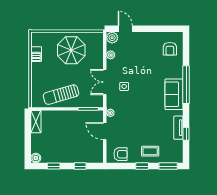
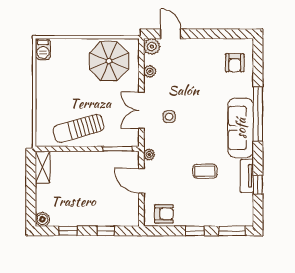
parasol: (71, 50) -> (109, 61), moved
barbecue: (36, 54) -> (43, 49), moved
sofa: (174, 94) -> (241, 128), width x1.36
coffee table: (150, 151) -> (205, 171), moved

